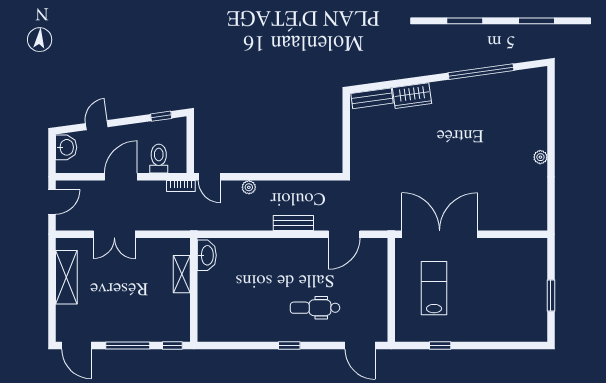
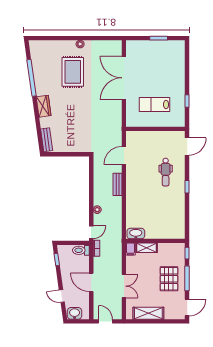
wardrobe: (412, 96) -> (44, 106), moved
rug: (491, 144) -> (73, 72), added
toilet: (159, 159) -> (81, 250), moved
door: (344, 234) -> (124, 156), swing flipped
double door: (440, 234) -> (124, 78), moved
filing cabinet: (179, 246) -> (130, 249), added
pallet: (127, 314) -> (169, 279), added

